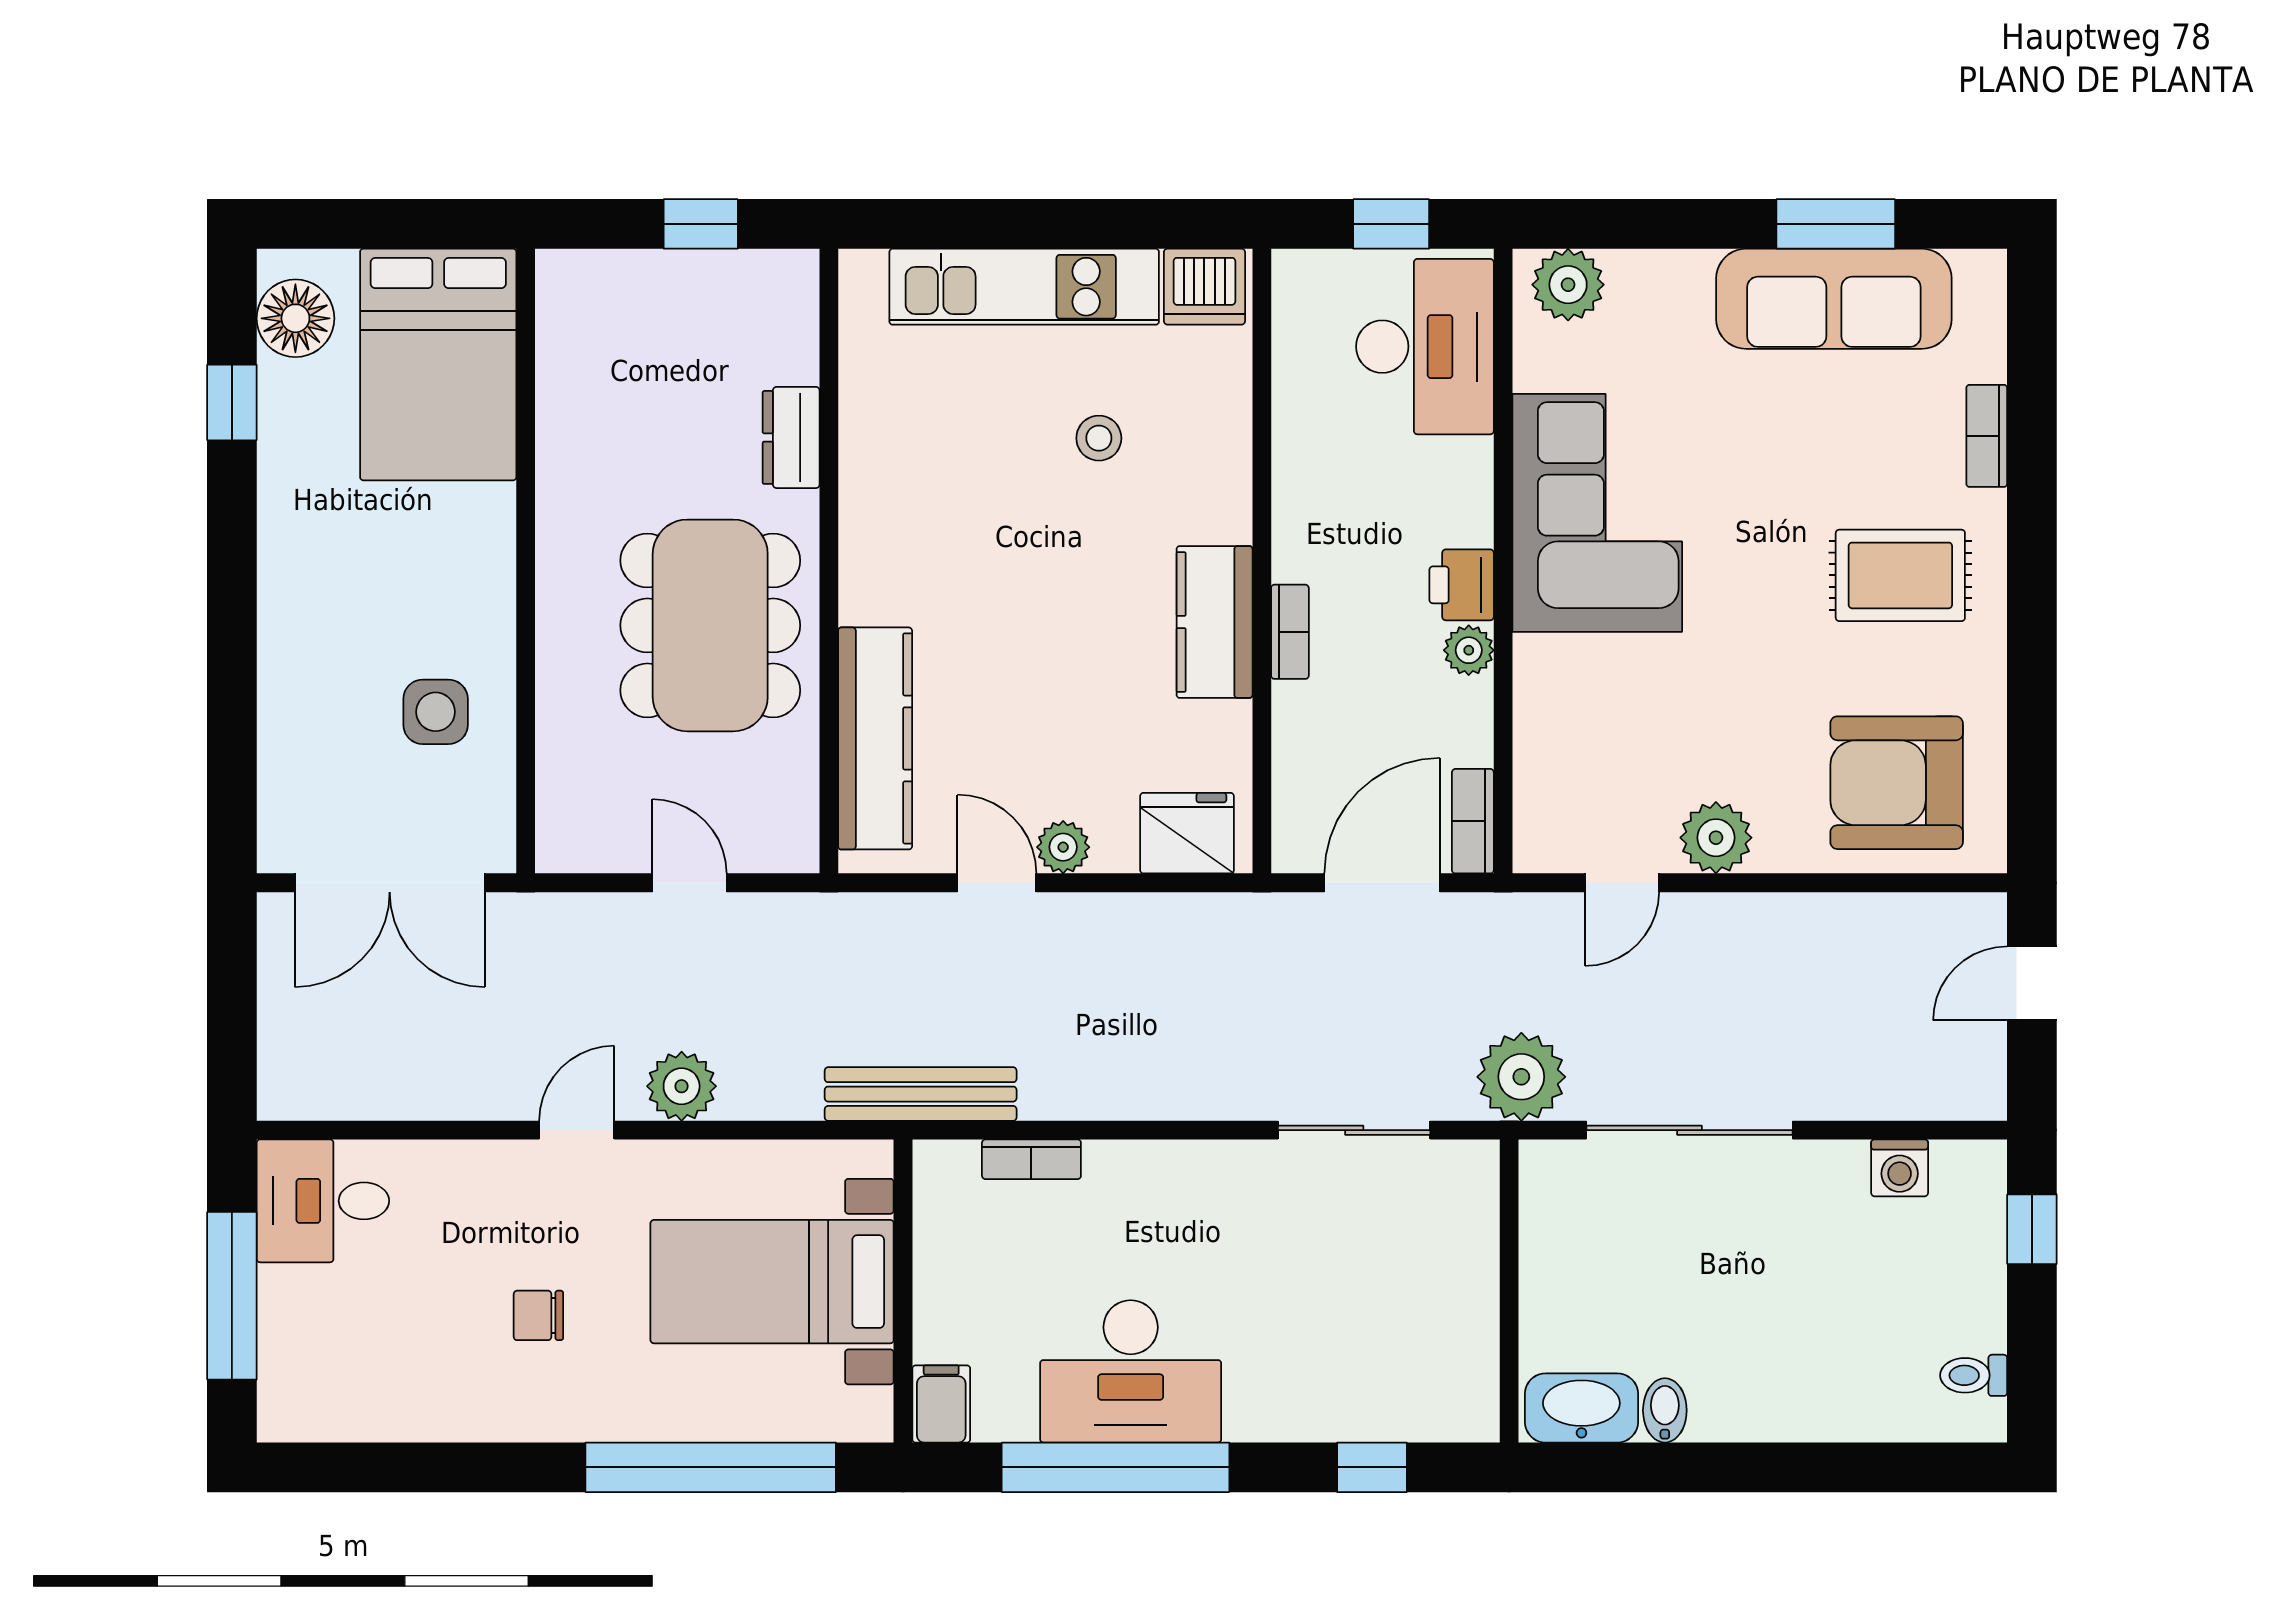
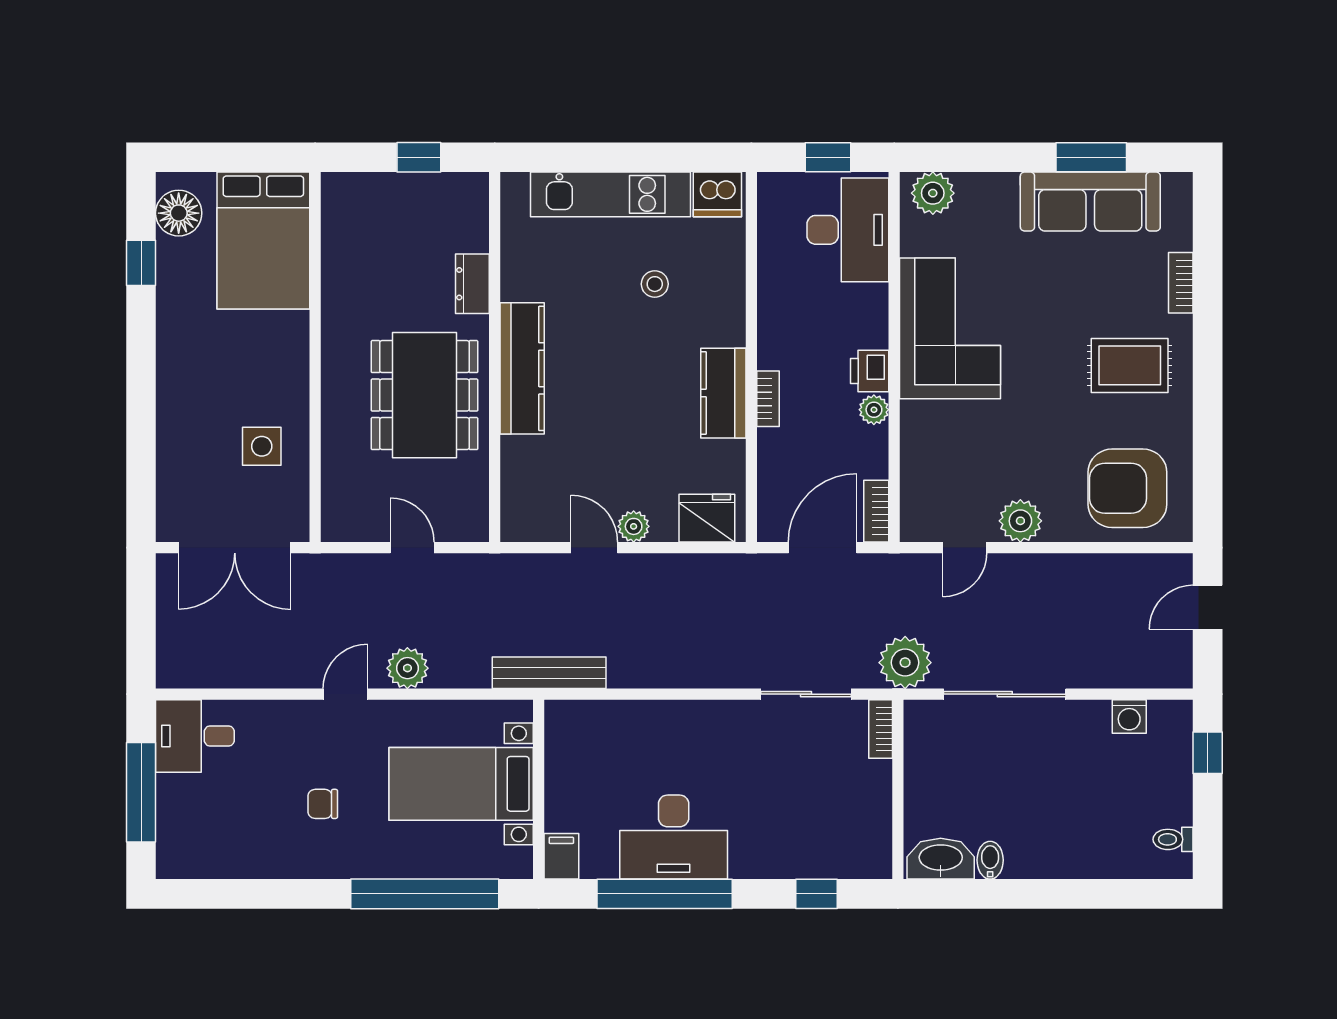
kitchen counter: (875, 738) -> (522, 368), moved
bookcase: (1031, 1159) -> (881, 729), moved, turned 90

